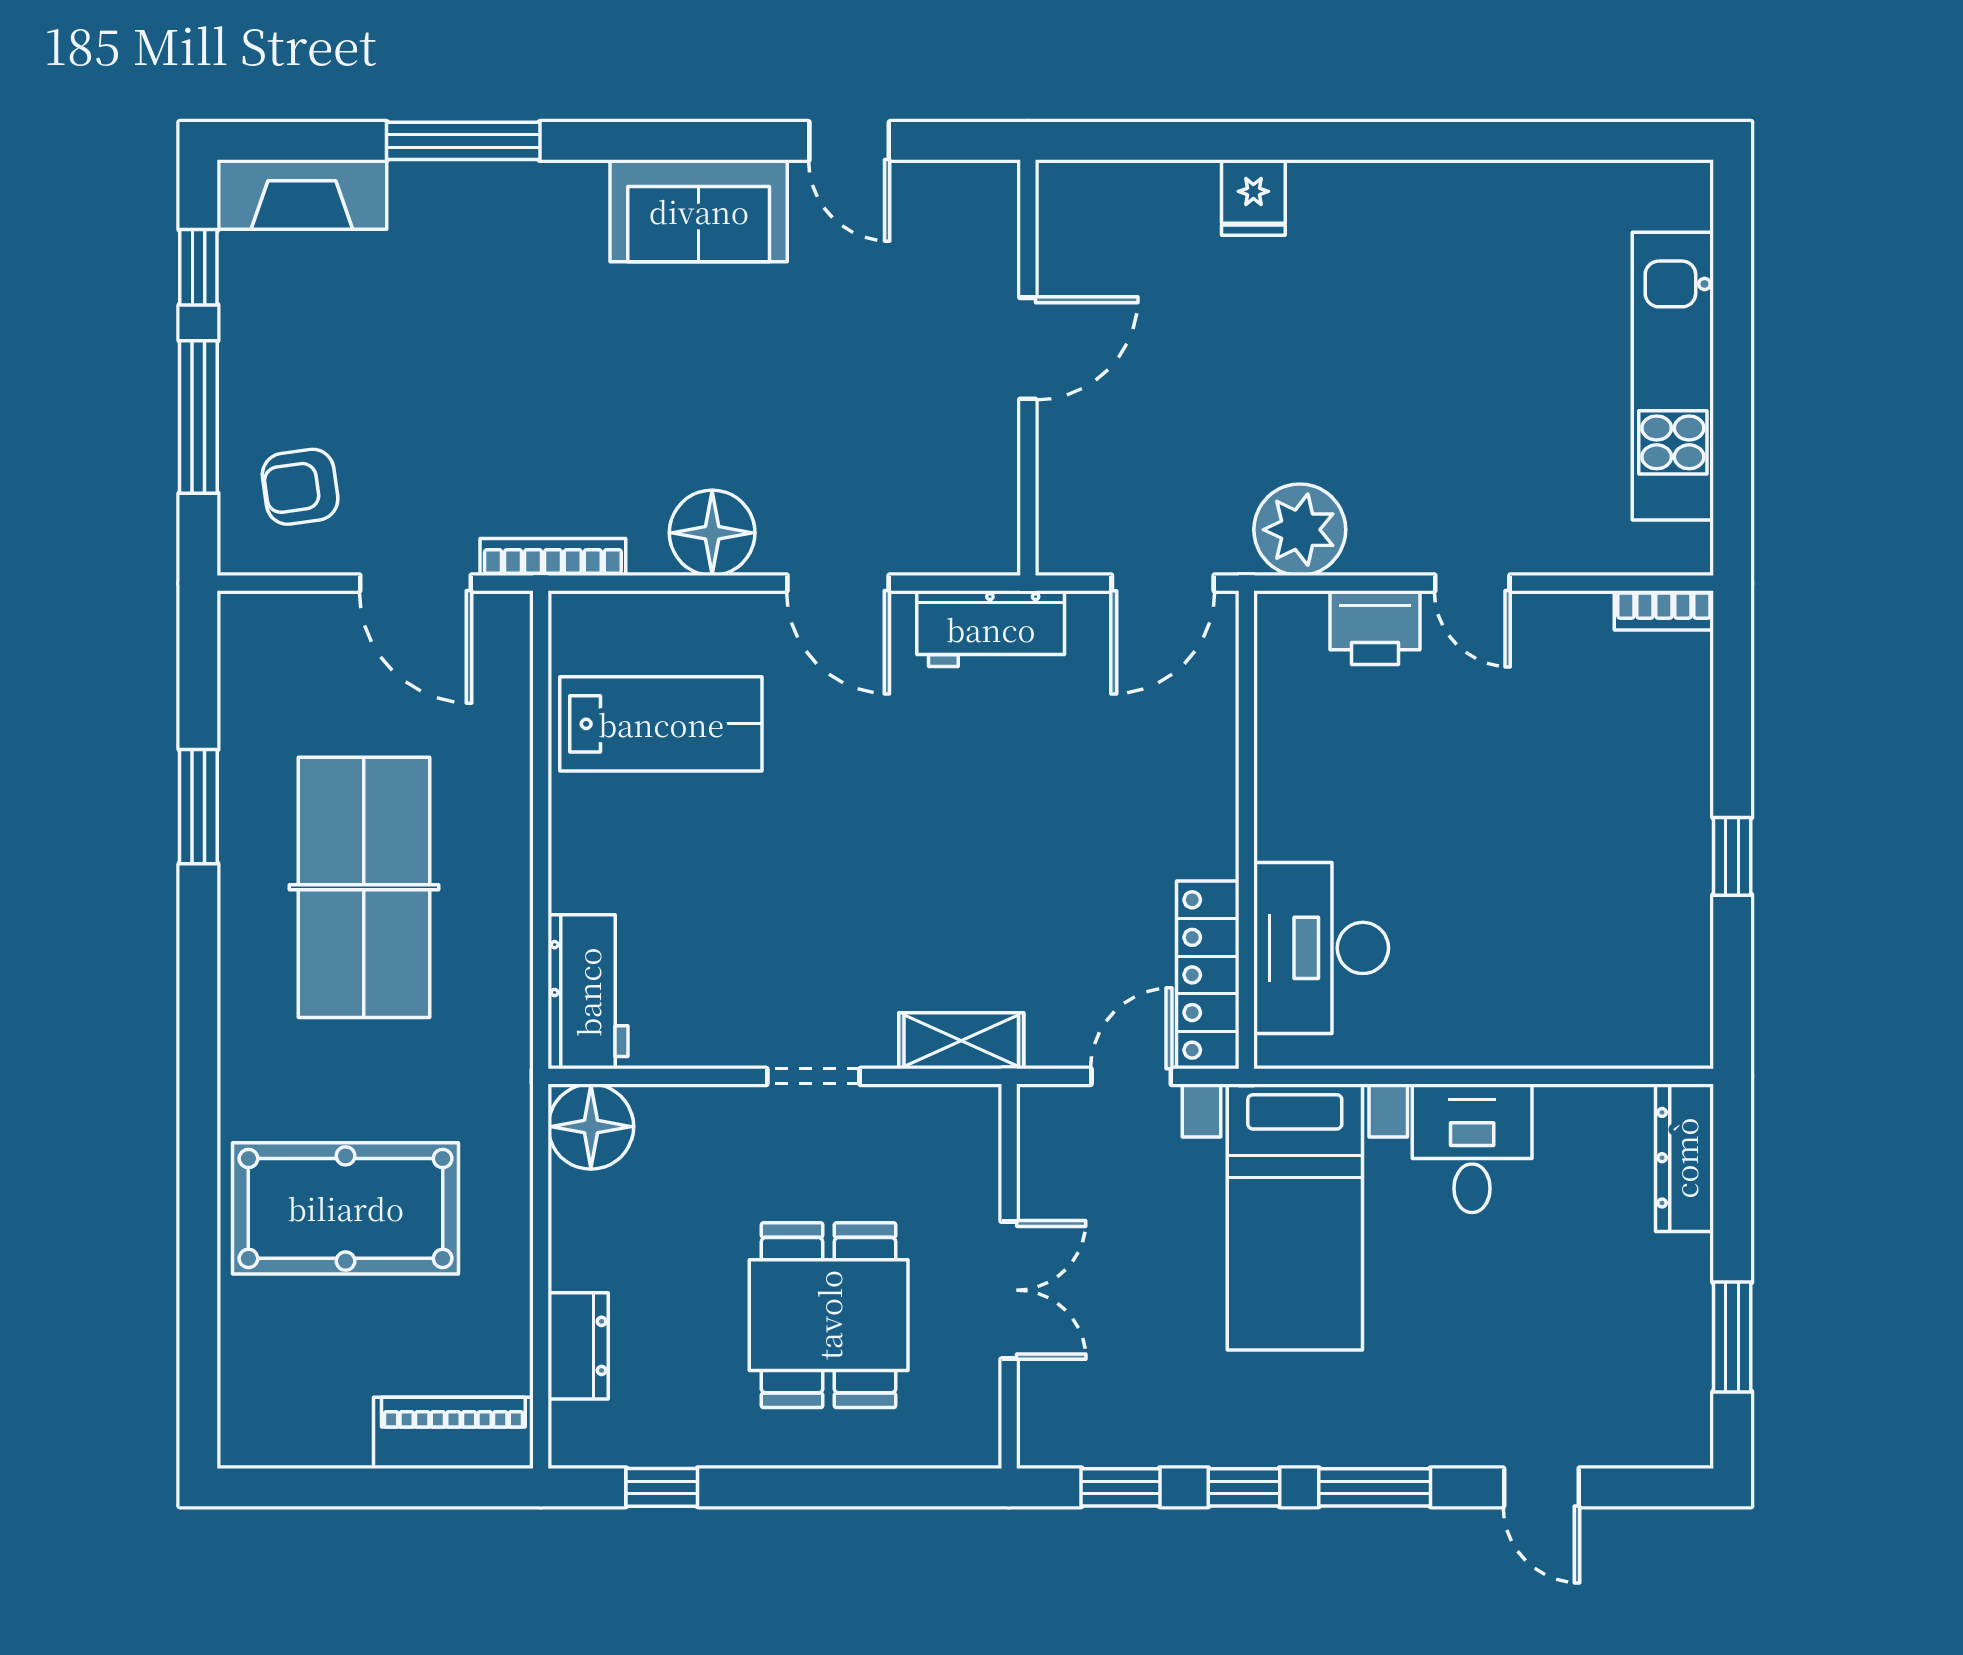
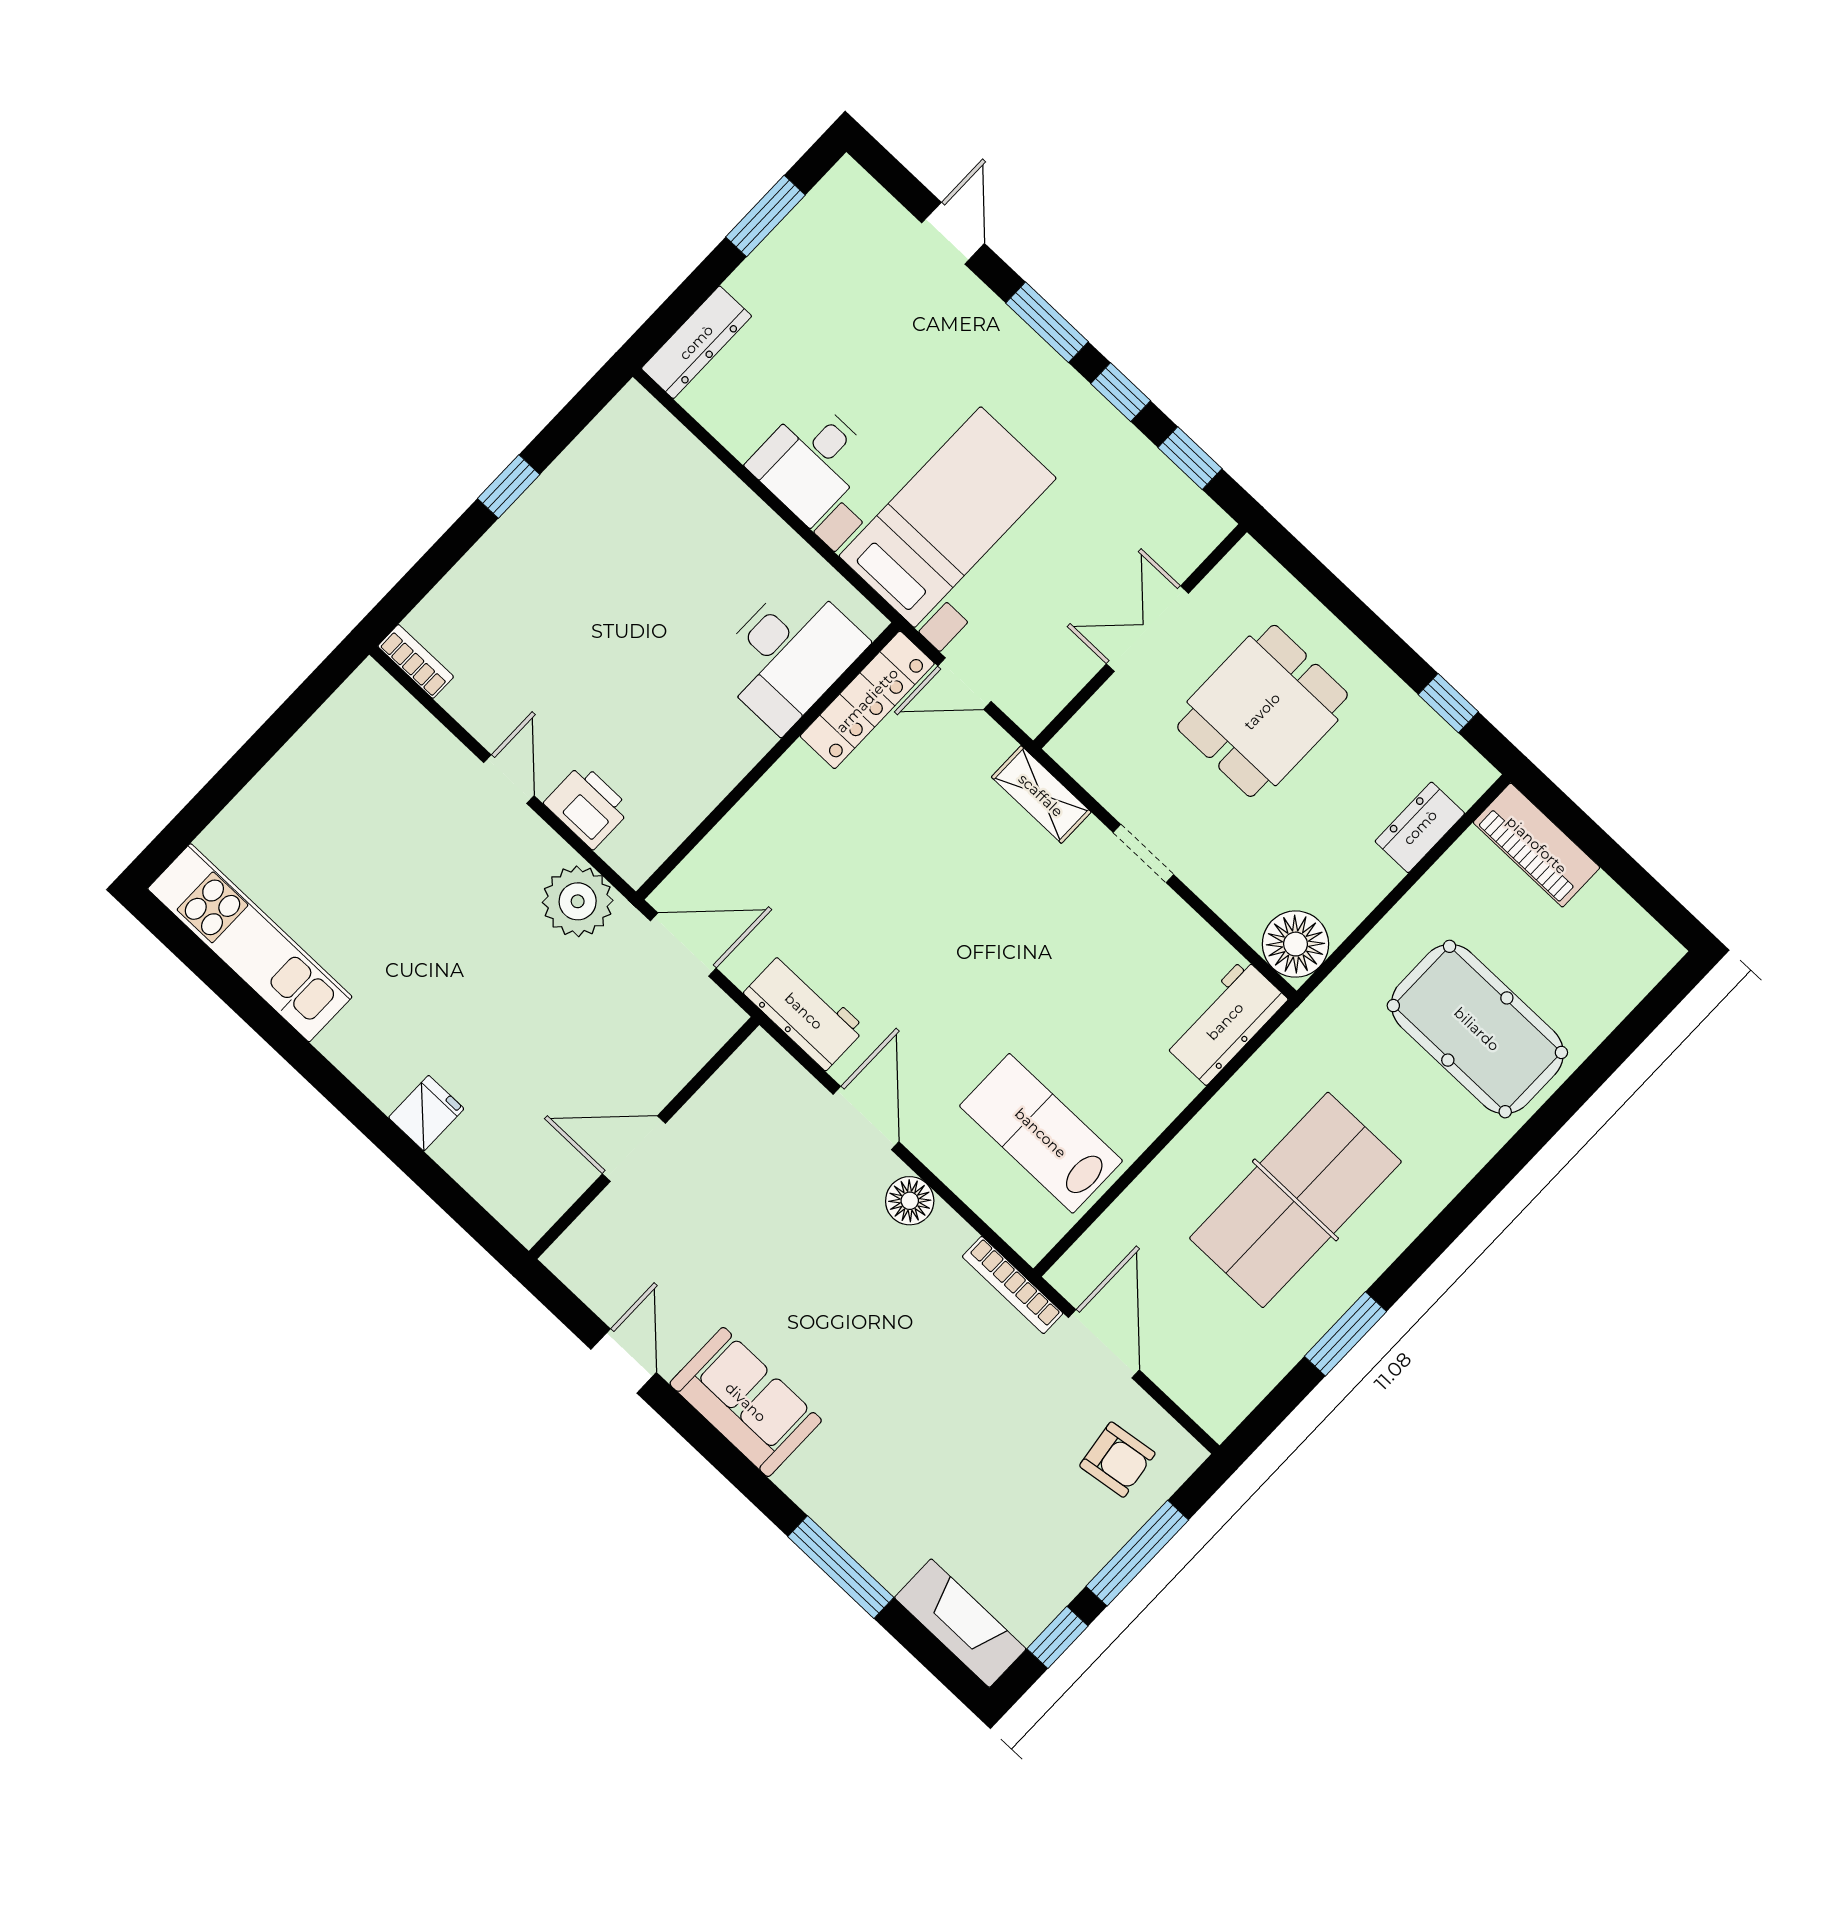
kitchen unit: (1673, 376) -> (250, 943), moved, turned -90
floor lamp: (712, 533) -> (910, 1201), width x0.73, depth x0.73

